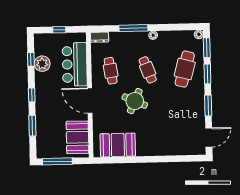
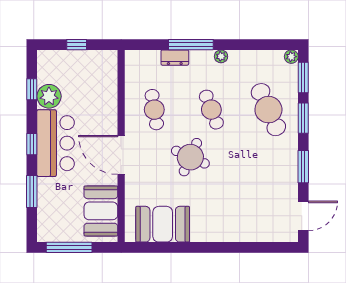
dresser: (100, 37) -> (175, 58), moved
bar counter: (75, 64) -> (56, 143), moved, turned 180
cafe table: (185, 69) -> (268, 110), turned -39

